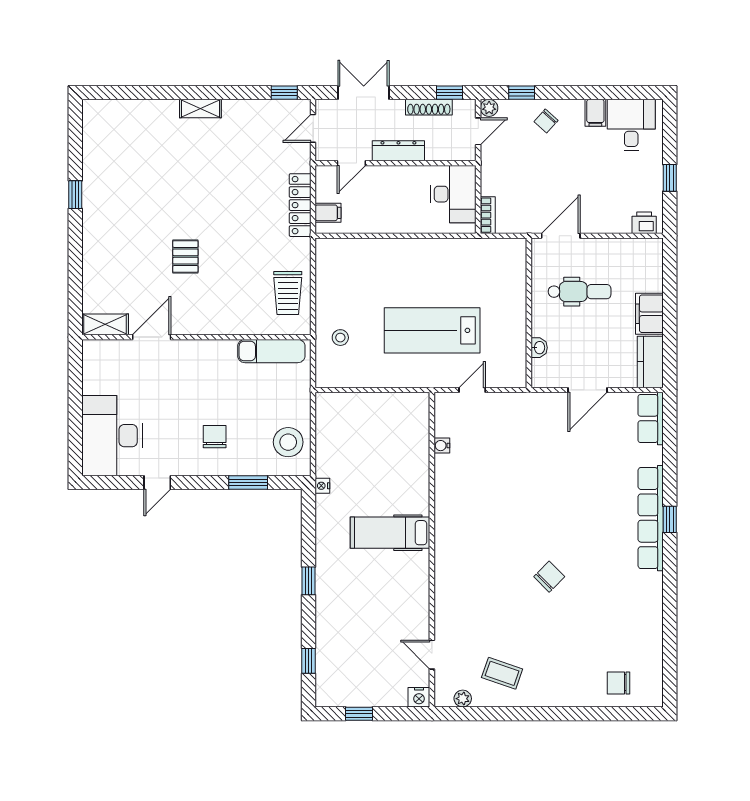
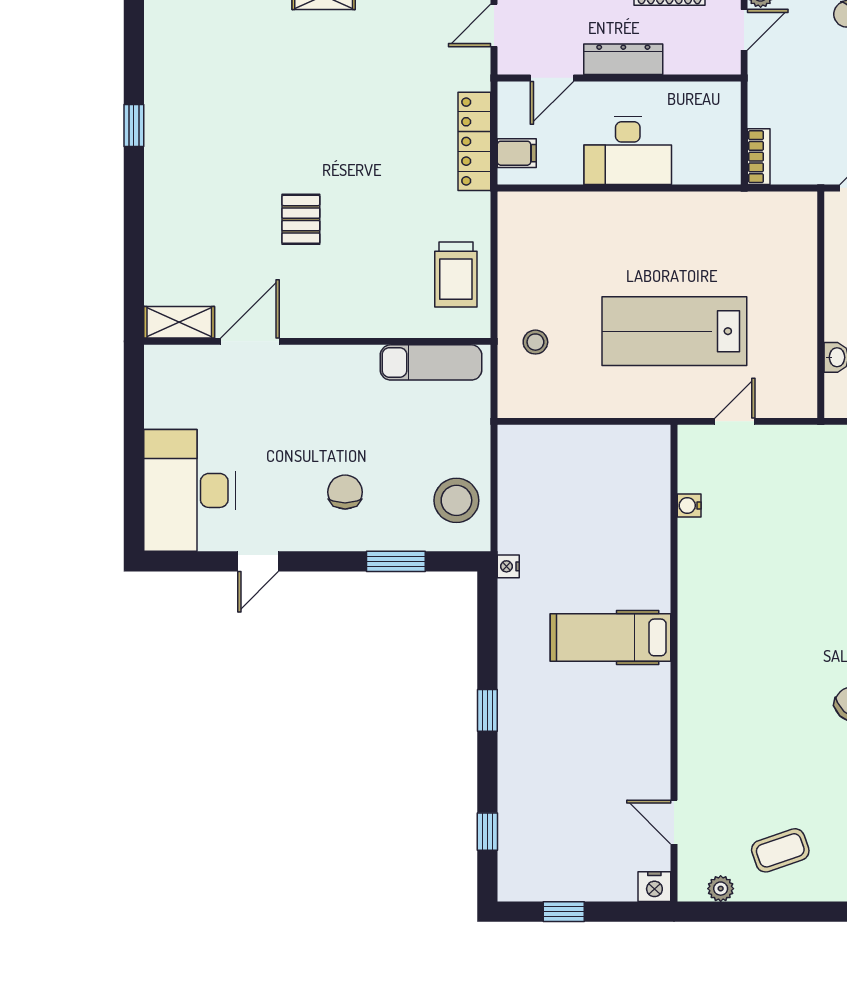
desk: (453, 194) -> (628, 150), moved, turned 90
coffee table: (502, 673) -> (780, 850), turned -38

